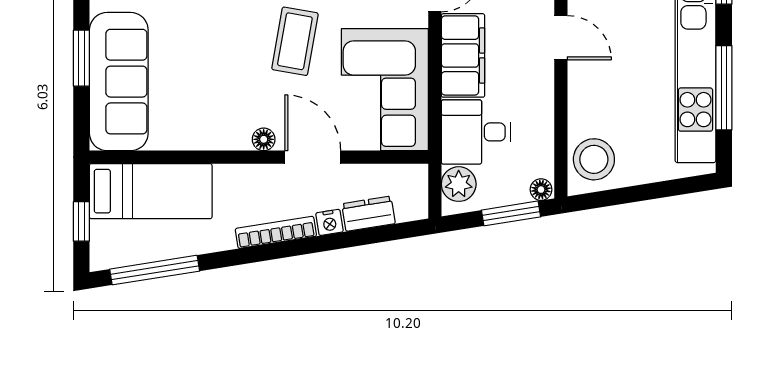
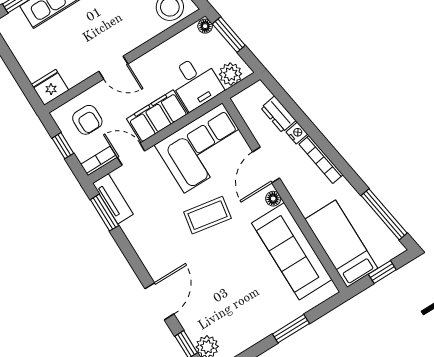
door: (561, 38) -> (113, 68), swing flipped
sofa: (119, 82) -> (292, 251), moved, turned -90

